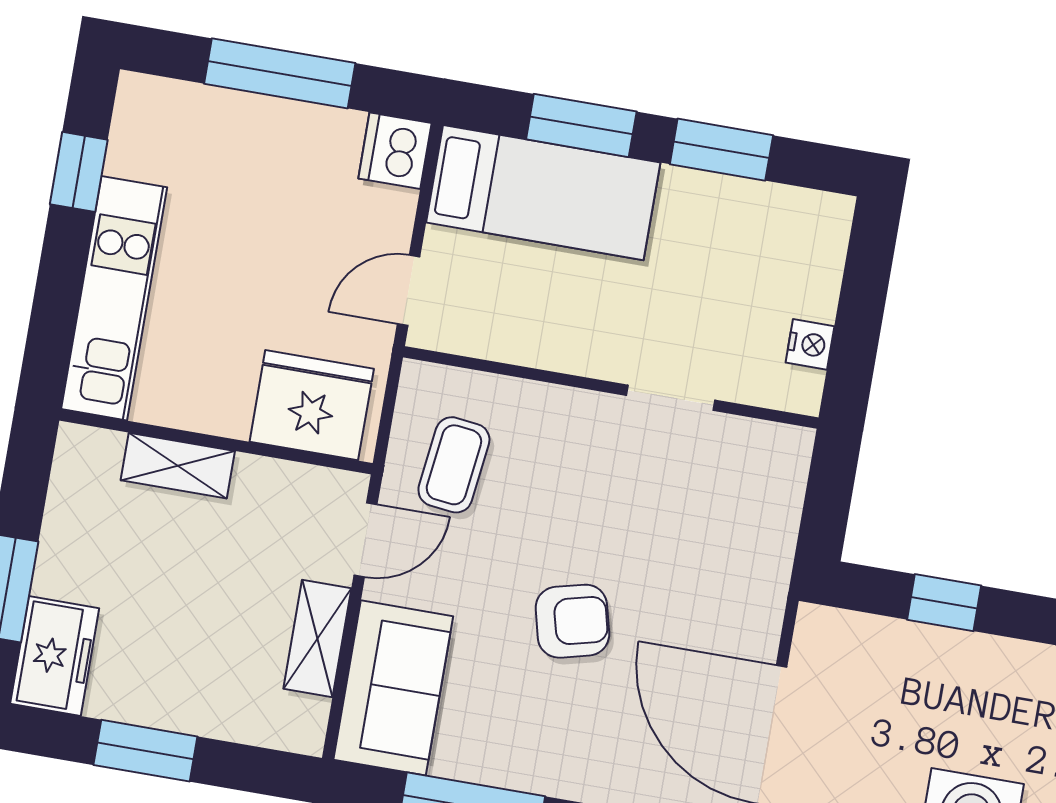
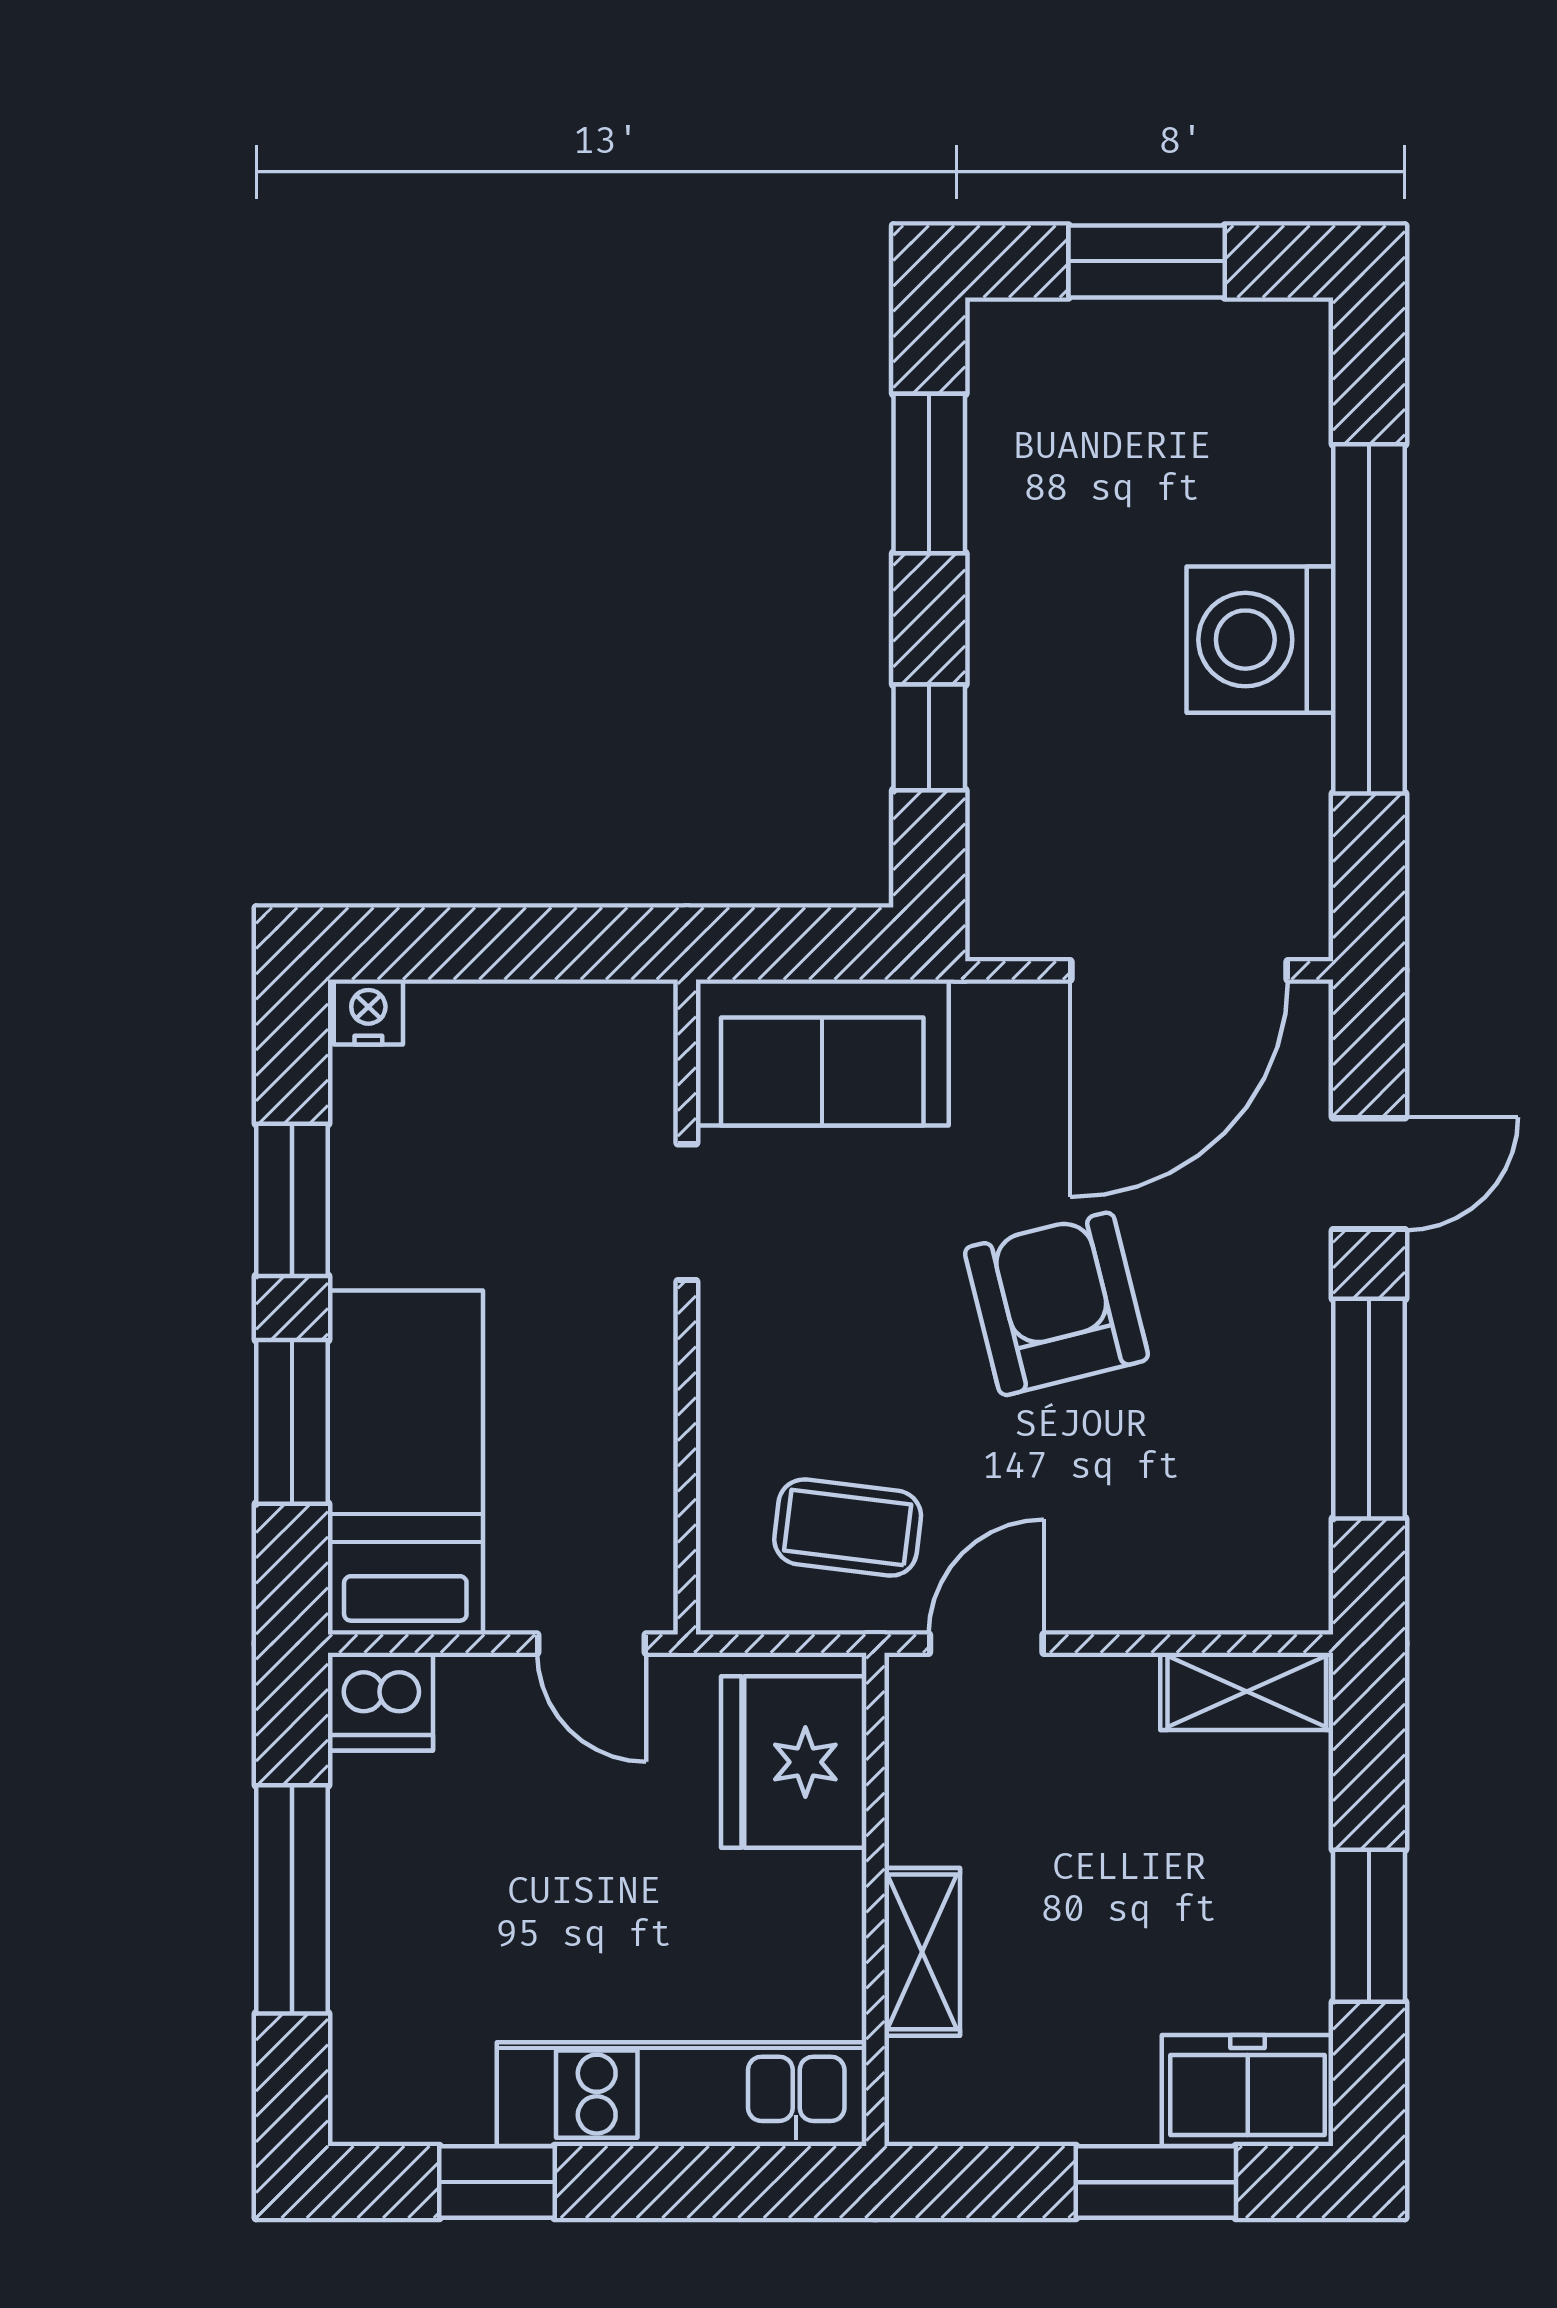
nightstand: (810, 344) -> (368, 1012), moved
door: (366, 540) -> (986, 1644), hinge flipped
armchair: (572, 621) -> (1056, 1304), width x1.38, depth x1.38
shelving: (317, 638) -> (1247, 1691), moved
sofa: (393, 688) -> (822, 1052), moved, turned 180

